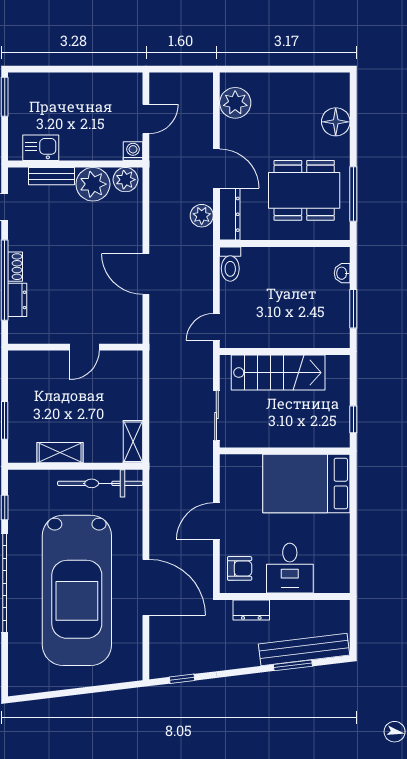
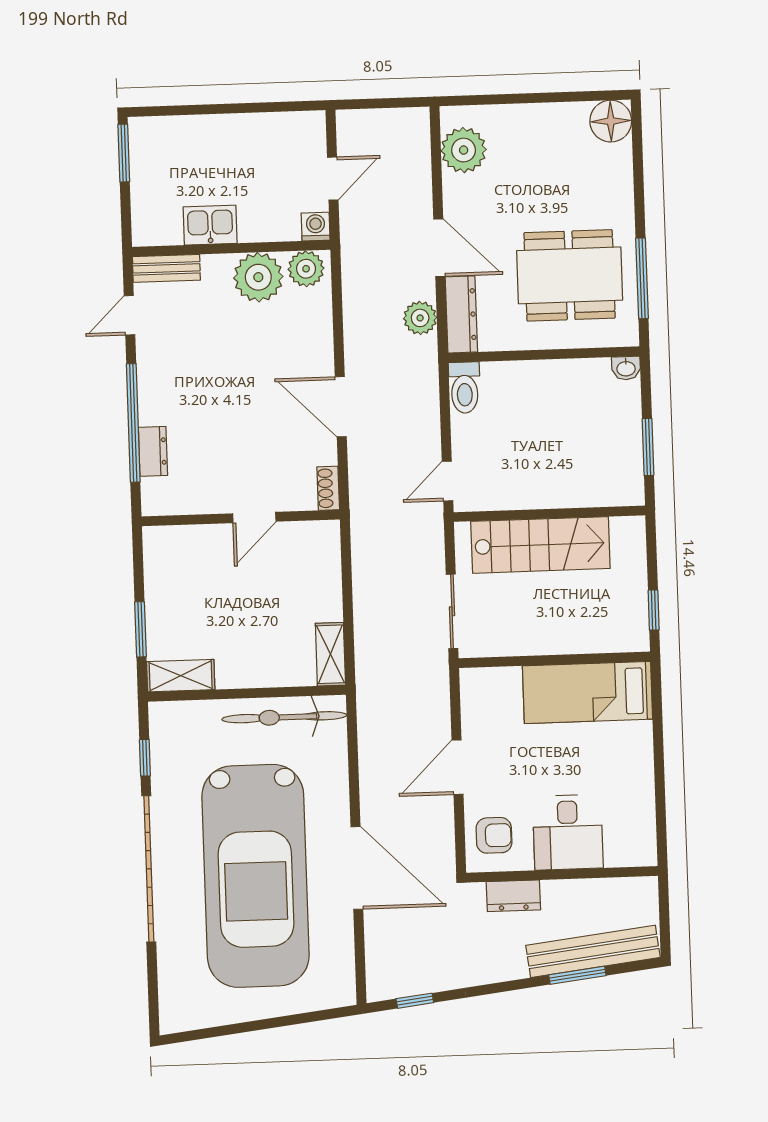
floor lamp: (336, 122) -> (611, 121), moved
kitchen sink: (41, 148) -> (210, 225), moved
bench: (51, 176) -> (166, 268), moved
shoe rack: (15, 267) -> (328, 488), moved, turned 180
washbasin: (342, 273) -> (626, 368), moved, turned -90
shelving: (60, 453) -> (181, 676), moved
bed: (306, 484) -> (587, 692), width x0.67

